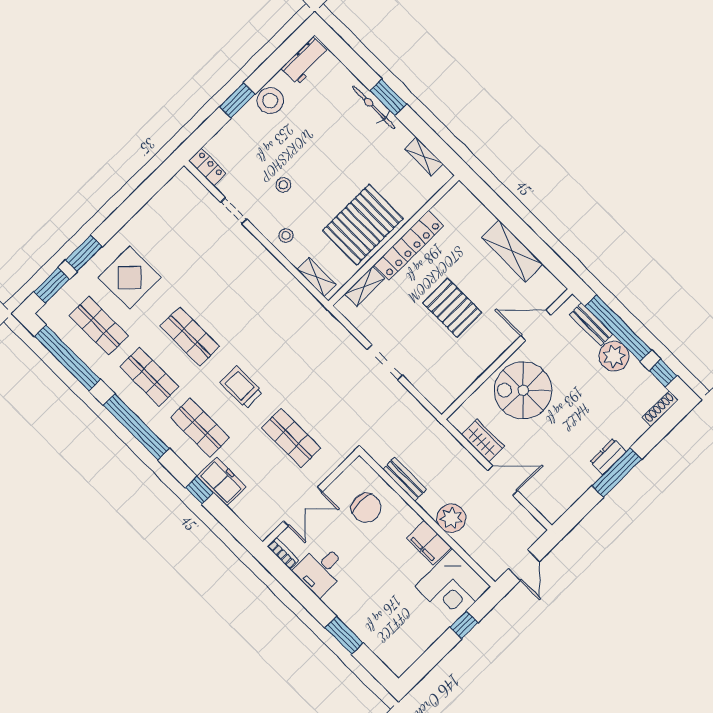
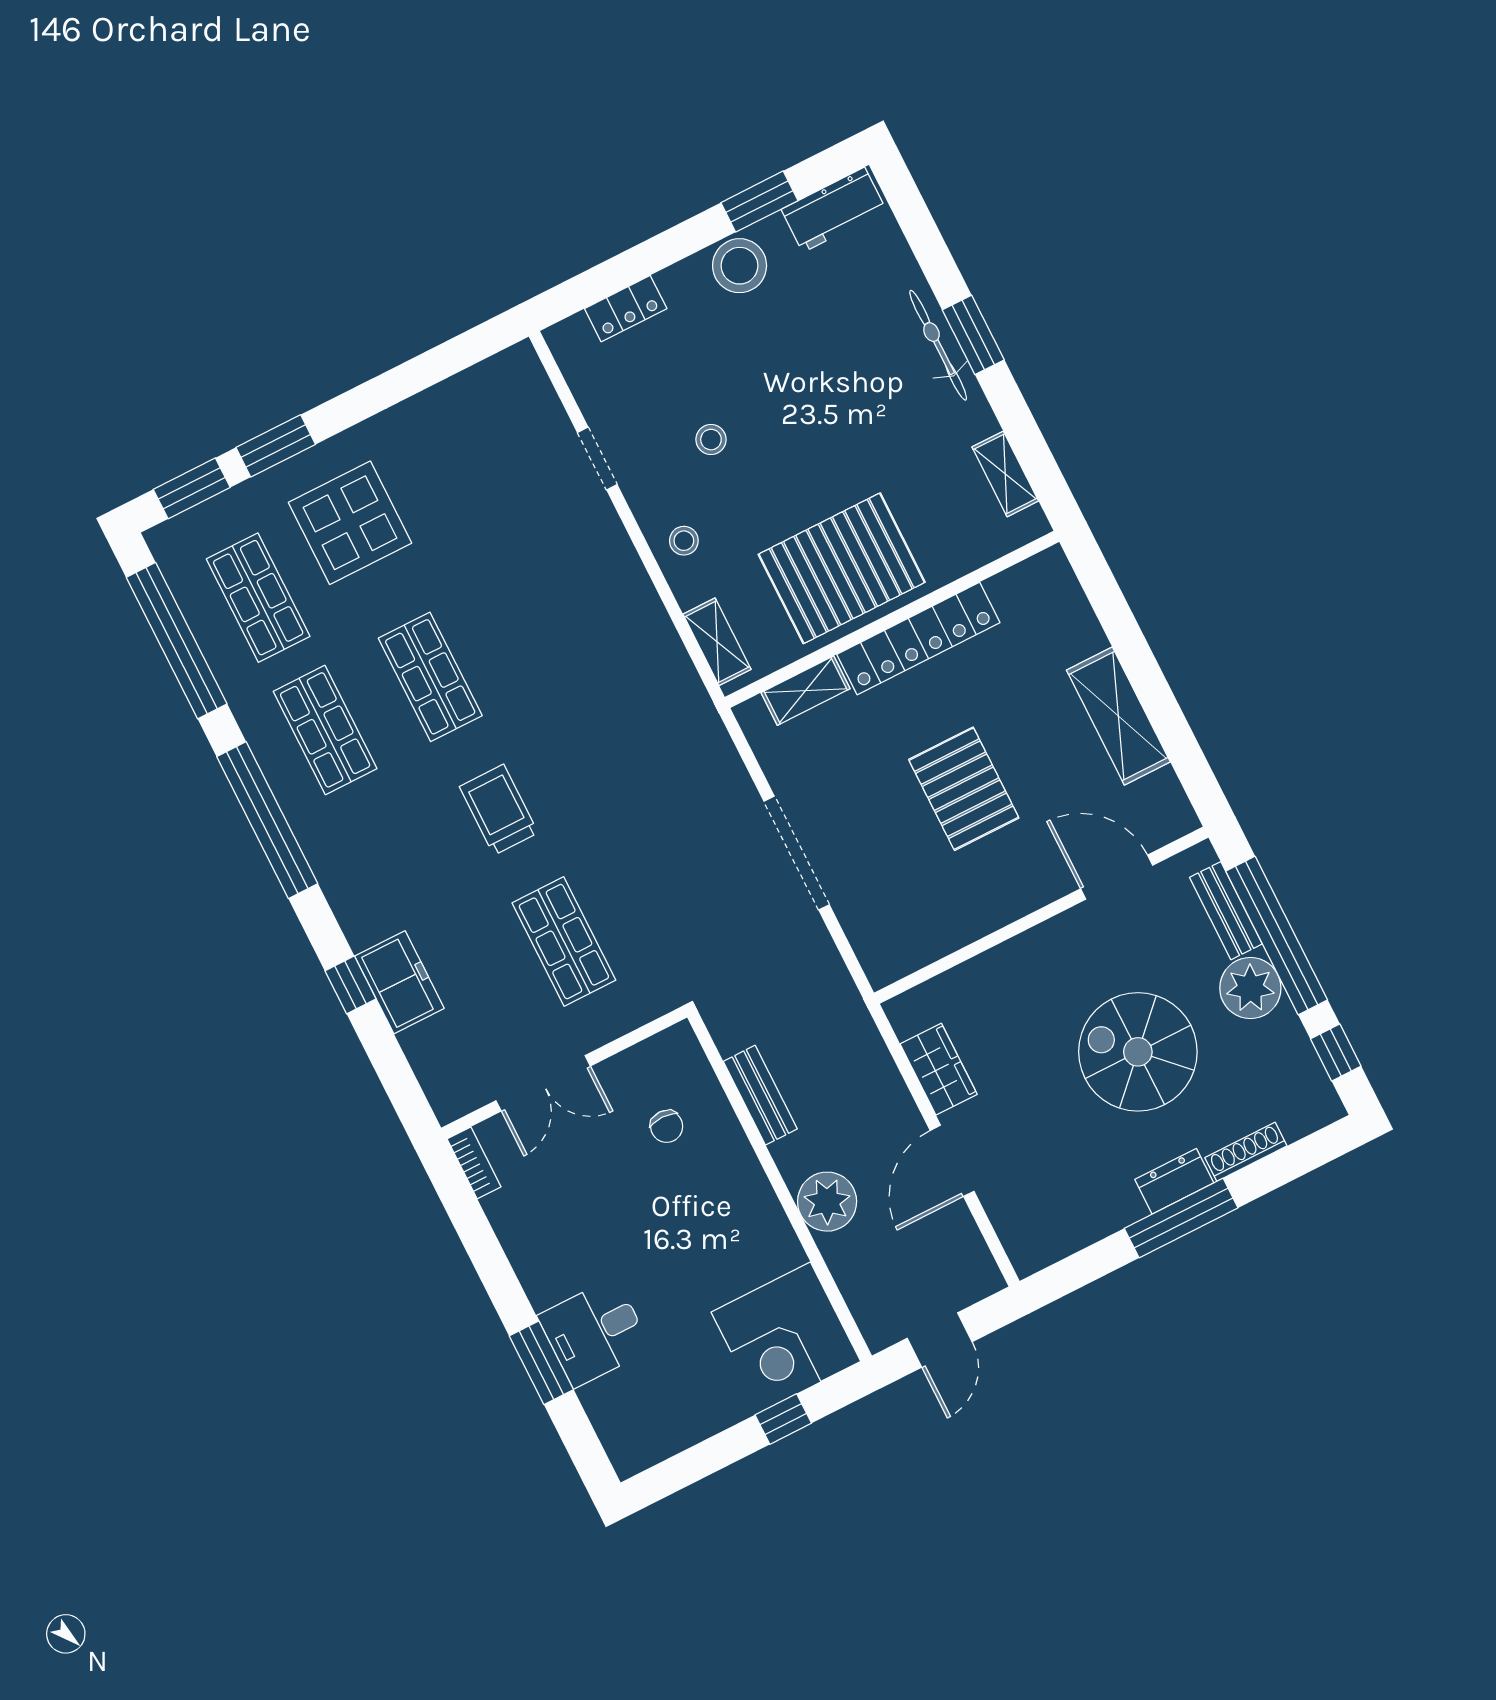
window: (237, 101) -> (759, 202), moved
locker: (207, 167) -> (626, 309), moved, turned 90
doorway: (385, 362) -> (797, 853), width x1.36
spiral stairs: (523, 390) -> (1138, 1052), moved
shoe rack: (660, 409) -> (1246, 1152), moved
shop shelf: (200, 428) -> (392, 862), removed
door: (503, 481) -> (952, 1161), swing flipped
chair: (366, 508) -> (667, 1126), width x0.54, depth x0.54
filing cabinet: (429, 543) -> (767, 1235), removed
desk: (320, 570) -> (595, 1332), moved

